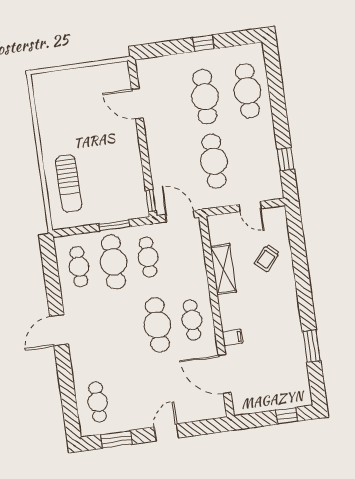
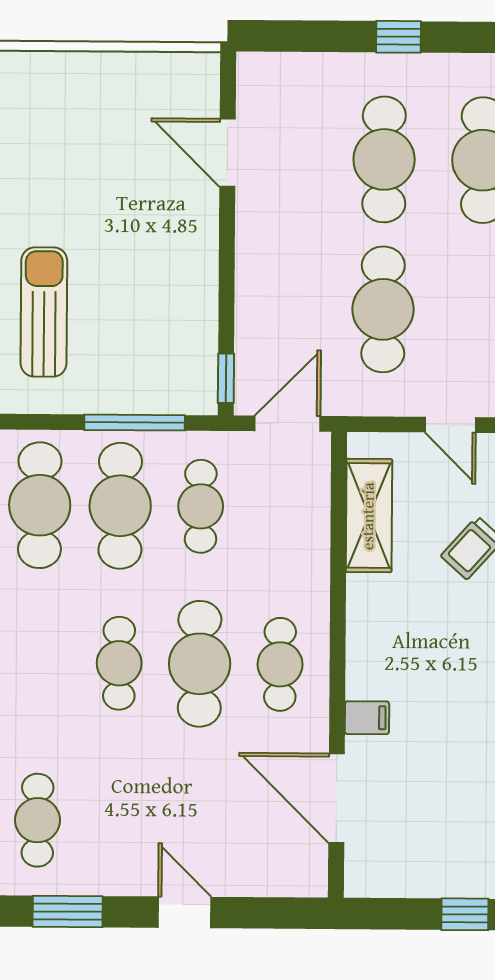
sun lounger: (69, 184) -> (44, 312), turned 180
door: (180, 216) -> (288, 424), hinge flipped
window: (114, 225) -> (135, 423), width x1.44
cafe table: (79, 267) -> (40, 505), width x1.37, depth x1.35
shelving: (223, 269) -> (369, 516), moved
cafe table: (123, 330) -> (119, 663), added
door: (166, 432) -> (185, 912), hinge flipped

